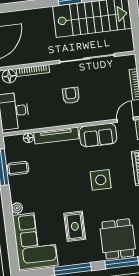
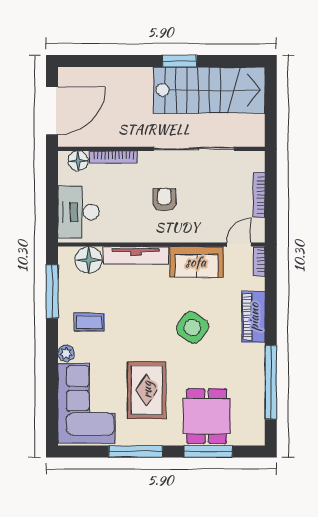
floor lamp: (28, 138) -> (89, 260), width x1.89, depth x1.89
coffee table: (18, 168) -> (89, 322), moved
side table: (101, 180) -> (192, 327), turned 36
rug: (75, 226) -> (147, 390), width x1.36, depth x1.43

